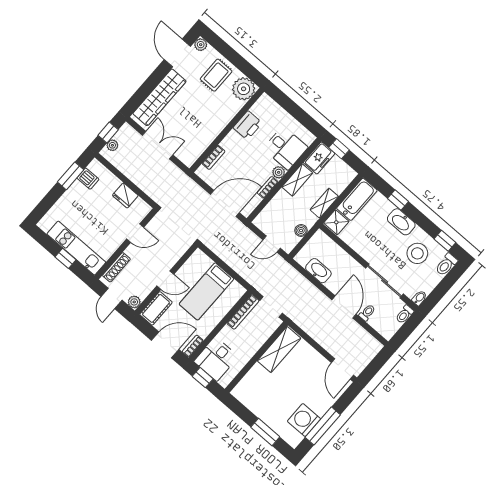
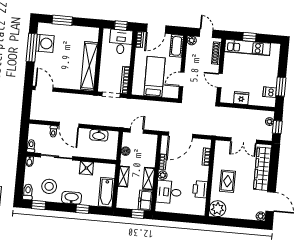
rug: (216, 75) -> (228, 181), moved
shower: (336, 222) -> (86, 168), moved
door: (135, 233) -> (220, 81), hinge flipped
door: (165, 280) -> (182, 79), moved
shelving: (279, 350) -> (89, 66), width x1.47

